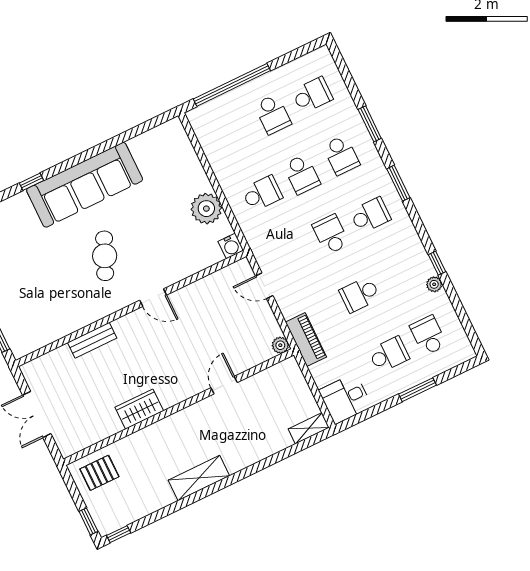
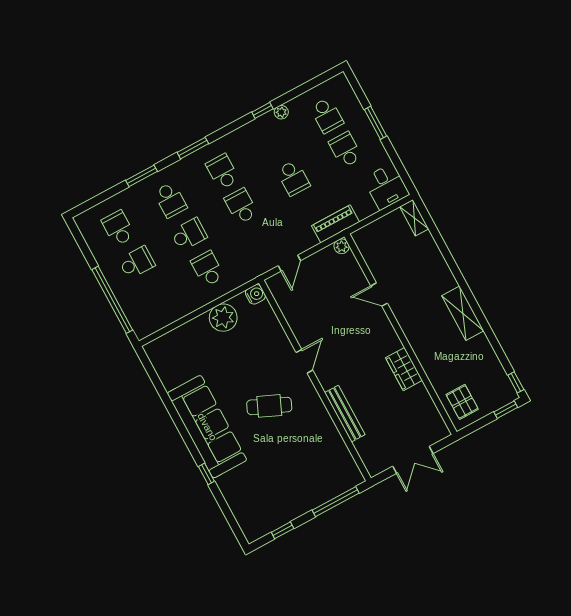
school desk: (341, 155) -> (170, 200), turned 90
school desk: (331, 234) -> (241, 206), turned 90
school desk: (428, 335) -> (327, 115), turned -90
bench: (92, 340) -> (345, 414), width x1.36

